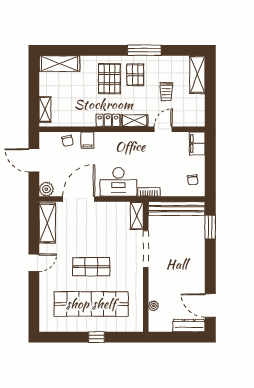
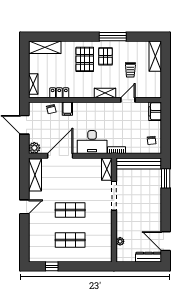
locker: (108, 120) -> (59, 93), moved
shop shelf: (91, 304) -> (70, 240), width x0.50, depth x0.74
window: (96, 337) -> (52, 266), moved

